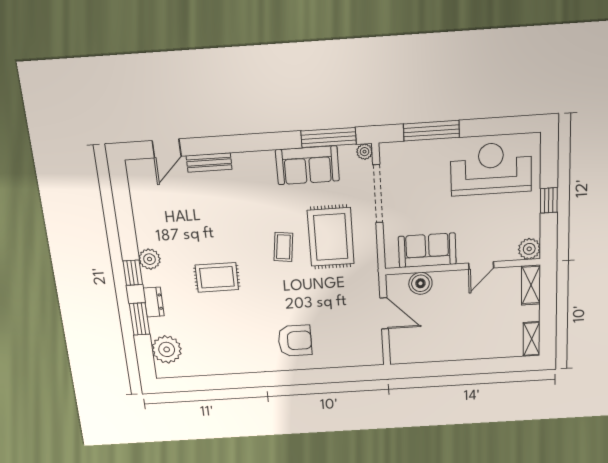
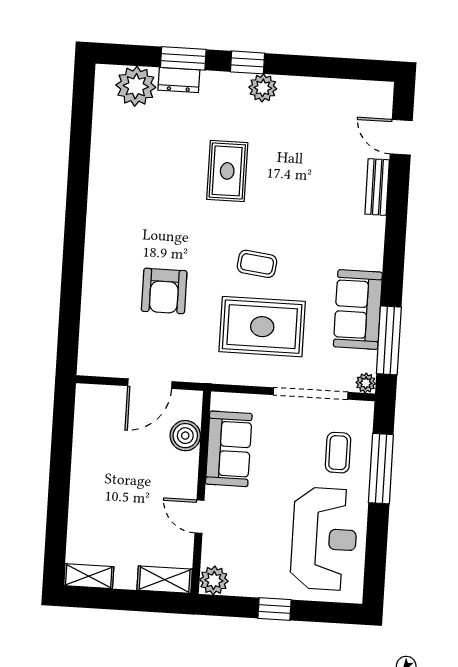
coffee table: (422, 167) -> (338, 453), added
dresser: (153, 302) -> (179, 80), moved
armchair: (295, 341) -> (164, 291), moved

